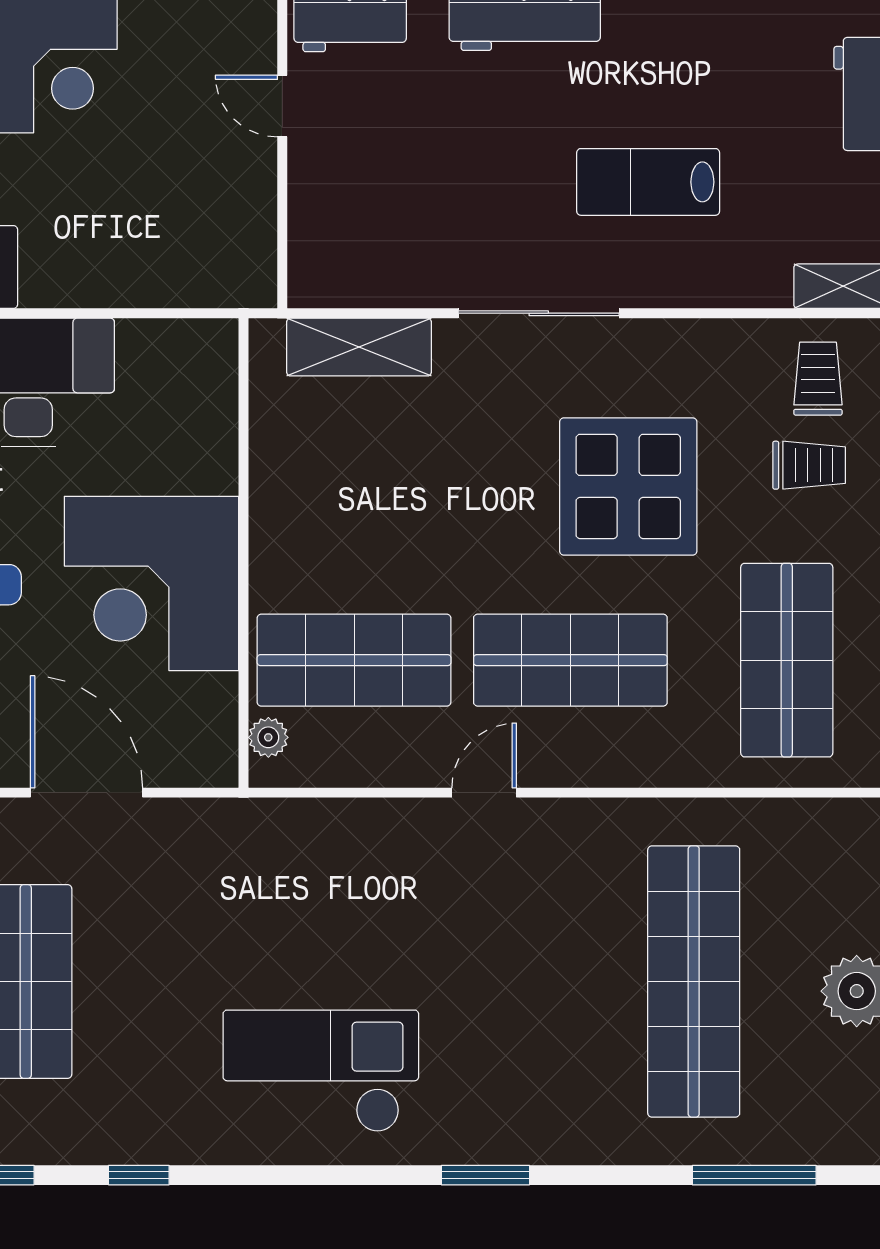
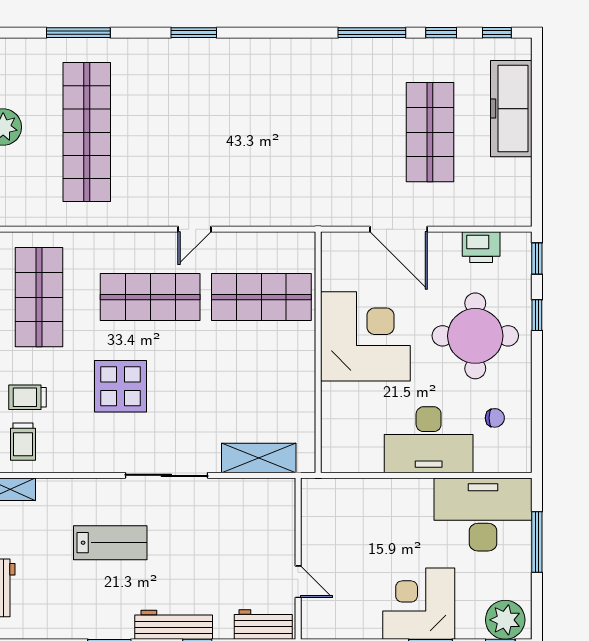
display table: (628, 486) -> (120, 386), width x0.73, depth x0.73
plant: (268, 737) -> (305, 257), removed
checkout: (321, 1071) -> (278, 86), removed
window: (139, 1175) -> (372, 33), width x2.17
window: (754, 1175) -> (78, 33), moved

